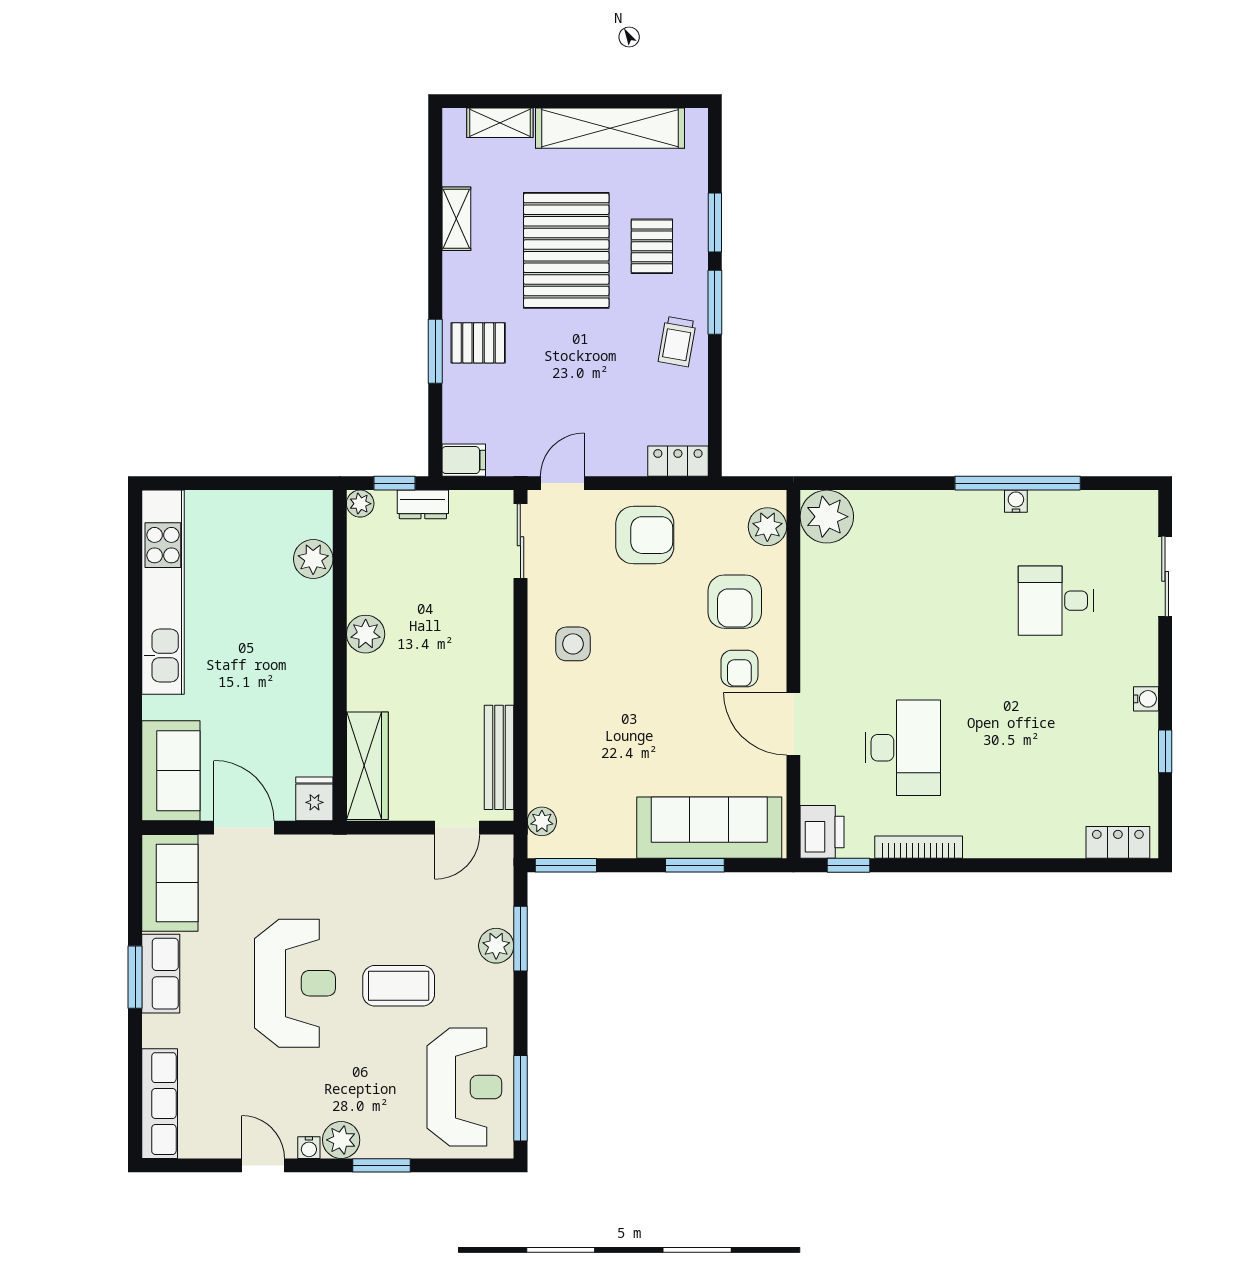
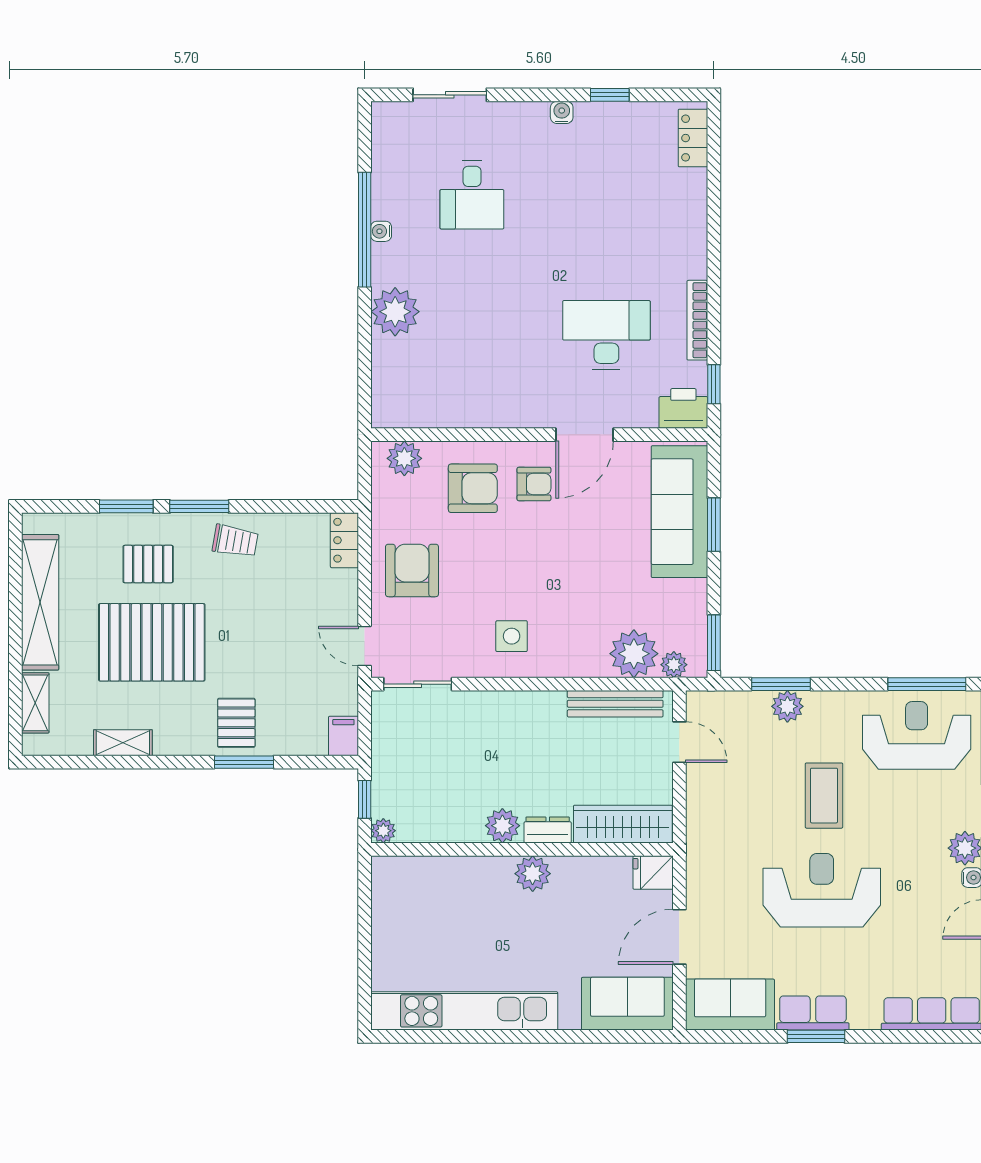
dresser: (423, 504) -> (548, 830), moved, turned -90
plant: (827, 517) -> (395, 312), moved
plant: (313, 559) -> (533, 874), moved
plant: (554, 778) -> (634, 654), added

